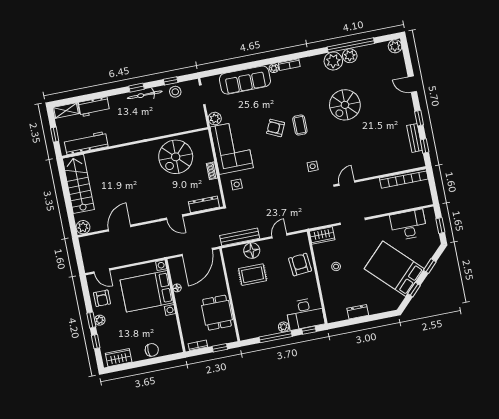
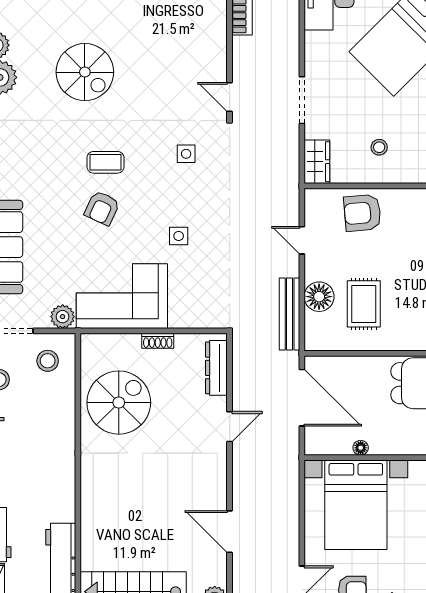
stool: (190, 115) -> (48, 361), added
spiral stairs: (176, 157) -> (119, 403), turned -90
side table: (237, 184) -> (179, 236), moved

